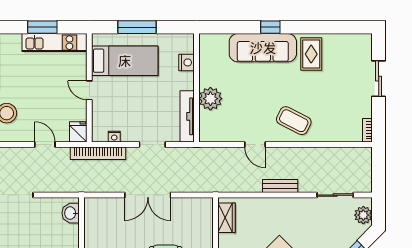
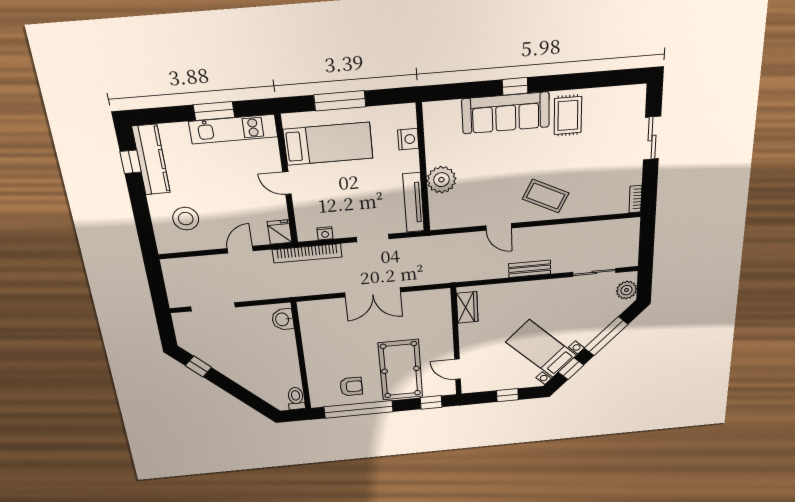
door: (45, 145) -> (240, 250), hinge flipped

